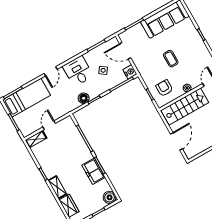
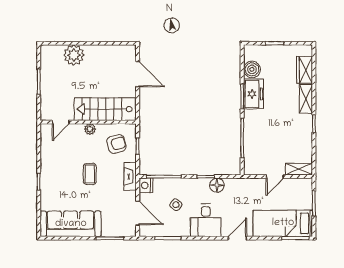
fireplace: (143, 72) -> (130, 177), added
armchair: (164, 88) -> (116, 144), turned -105
door: (176, 141) -> (138, 74), swing flipped
boiler: (110, 197) -> (252, 69), moved

